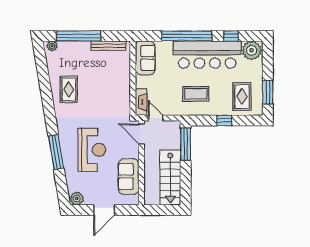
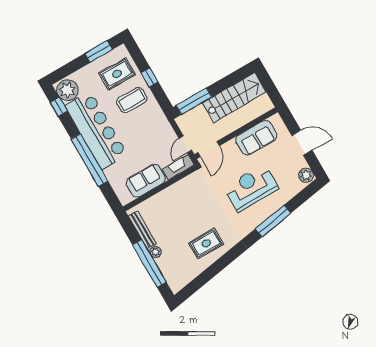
window: (231, 36) -> (59, 107), moved
plant: (52, 46) -> (156, 252), moved
sofa: (145, 58) -> (146, 181), moved
coffee table: (196, 94) -> (132, 100), moved, turned 90

